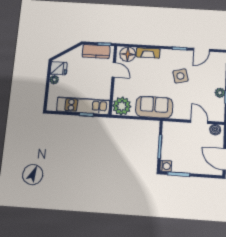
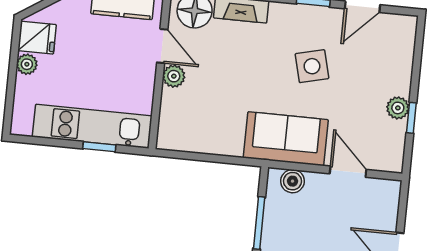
plant: (122, 106) -> (174, 76), moved, width x0.53, depth x0.53
sofa: (154, 107) -> (286, 139), moved
boiler: (215, 130) -> (293, 181), moved

